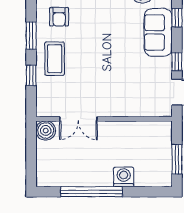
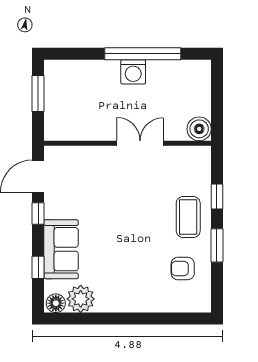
armchair: (59, 17) -> (183, 268), turned -90
double door: (78, 119) -> (140, 143), moved
washing machine: (124, 177) -> (133, 72), moved

